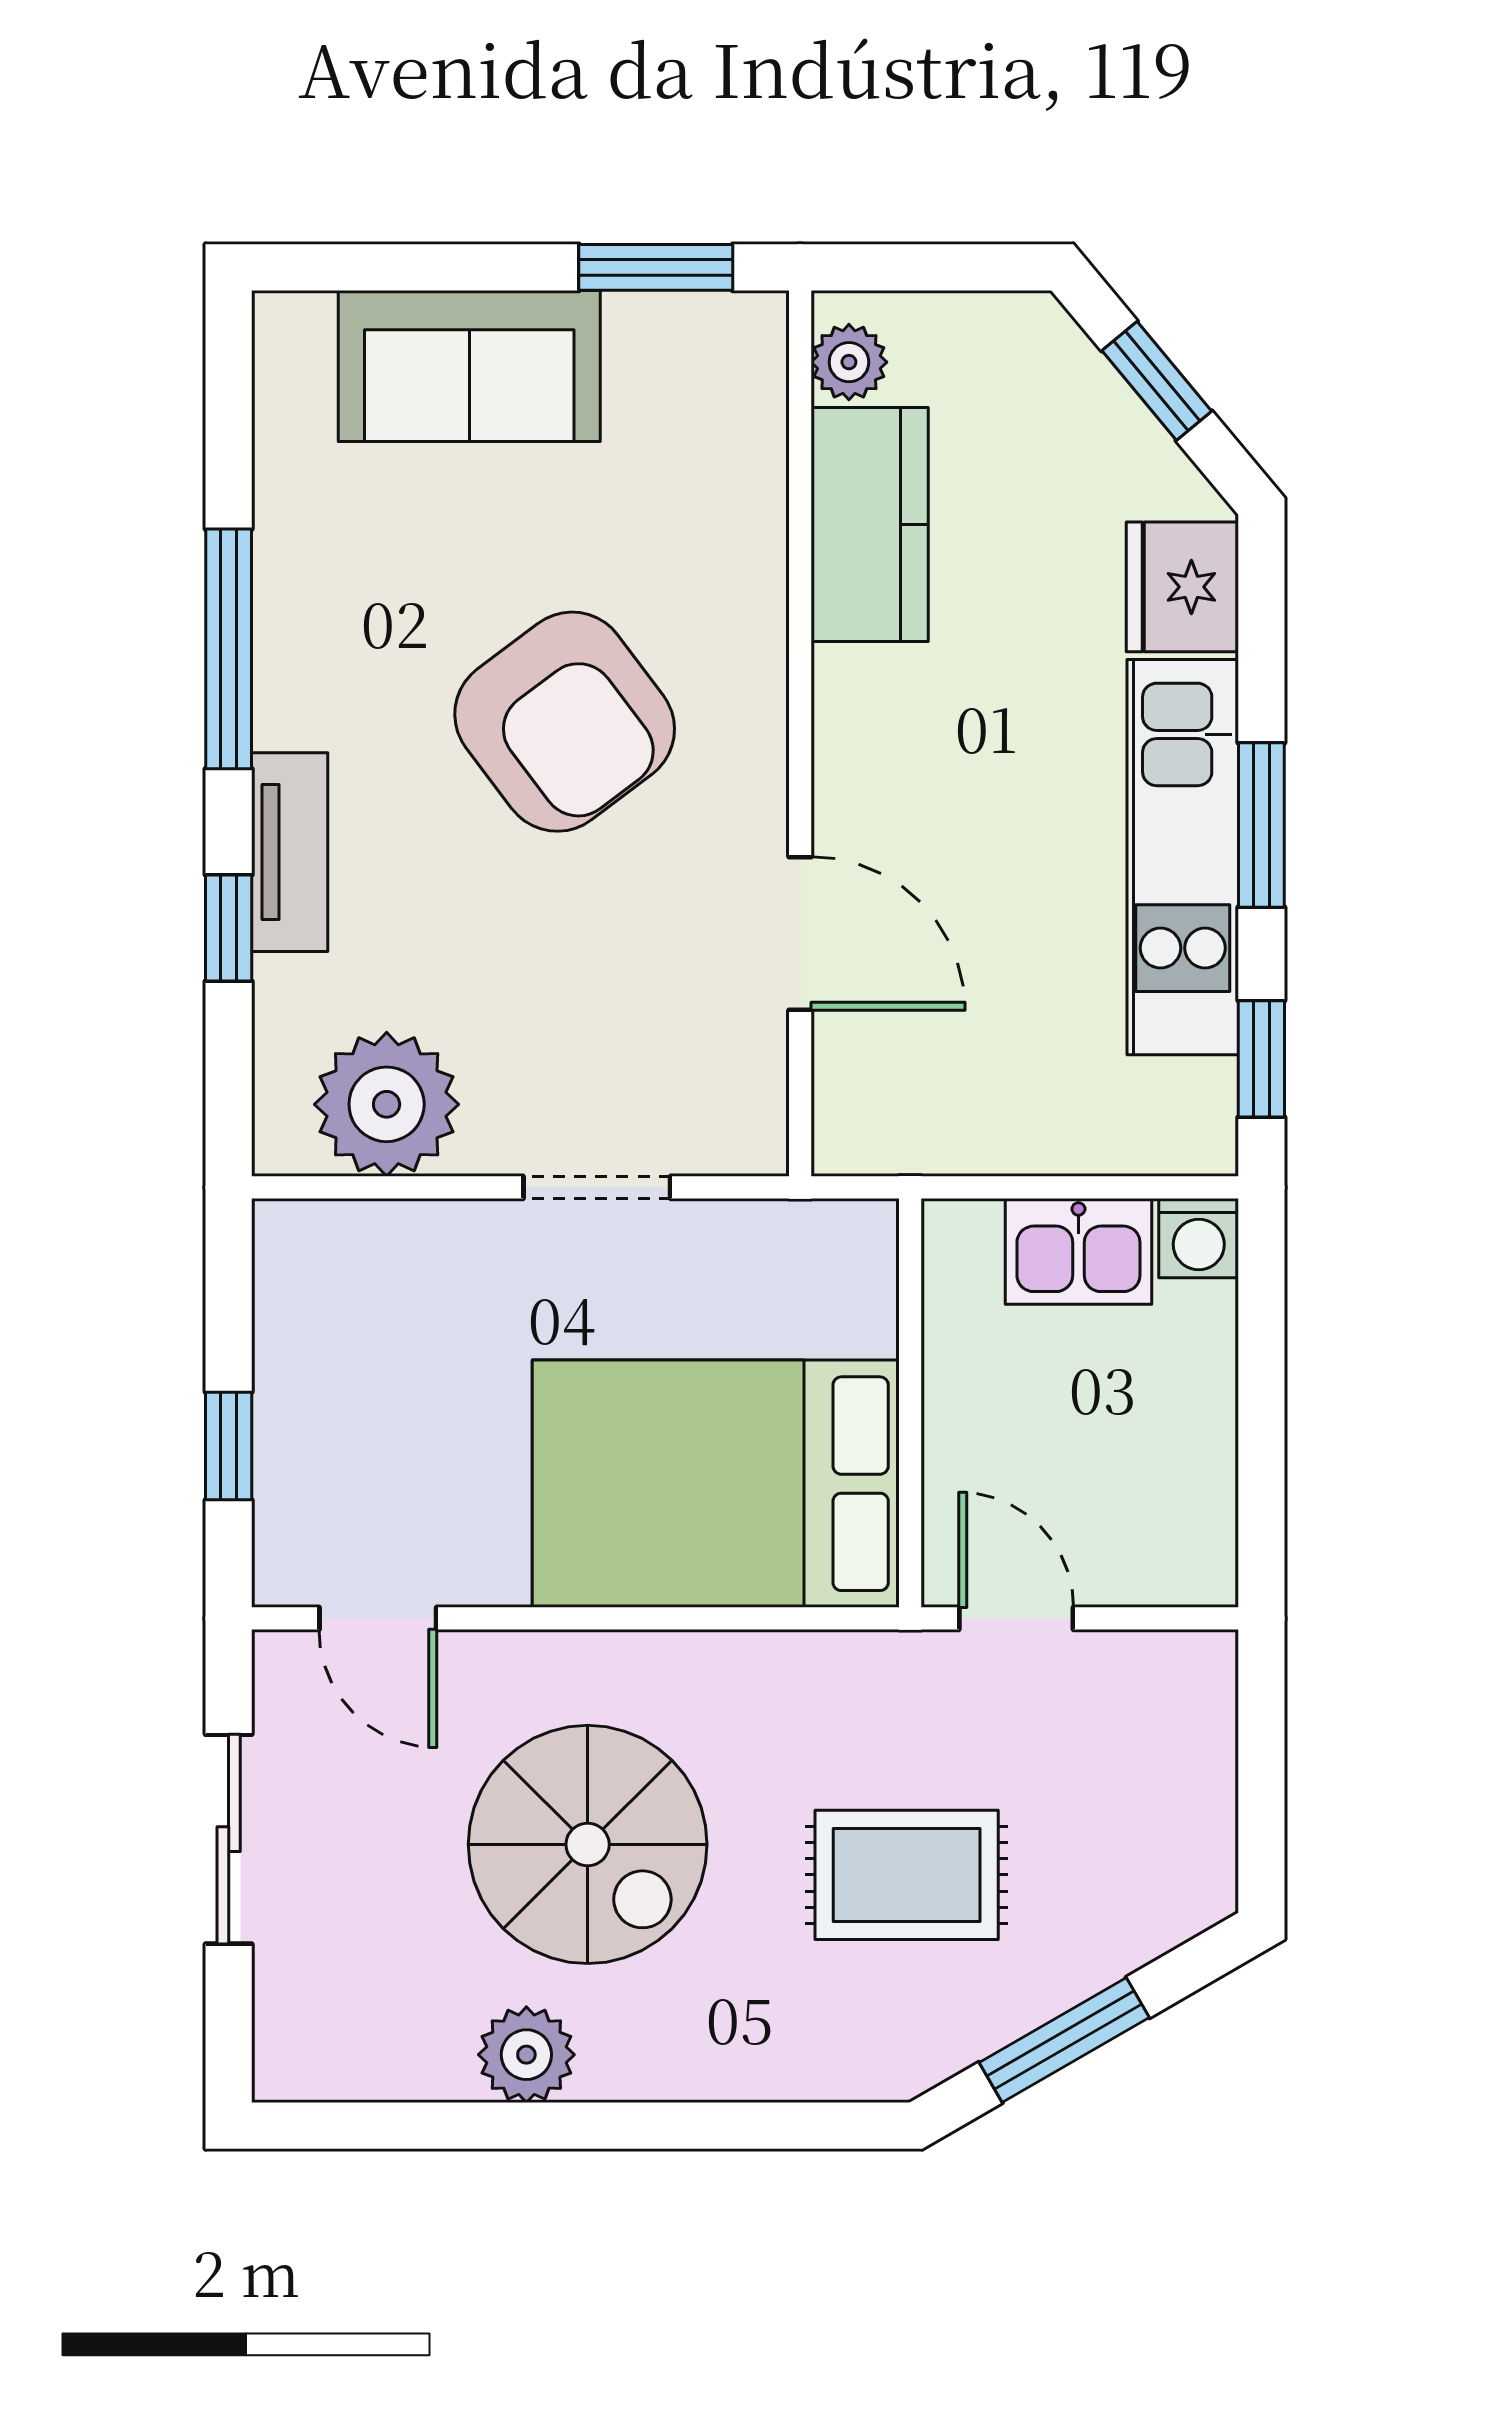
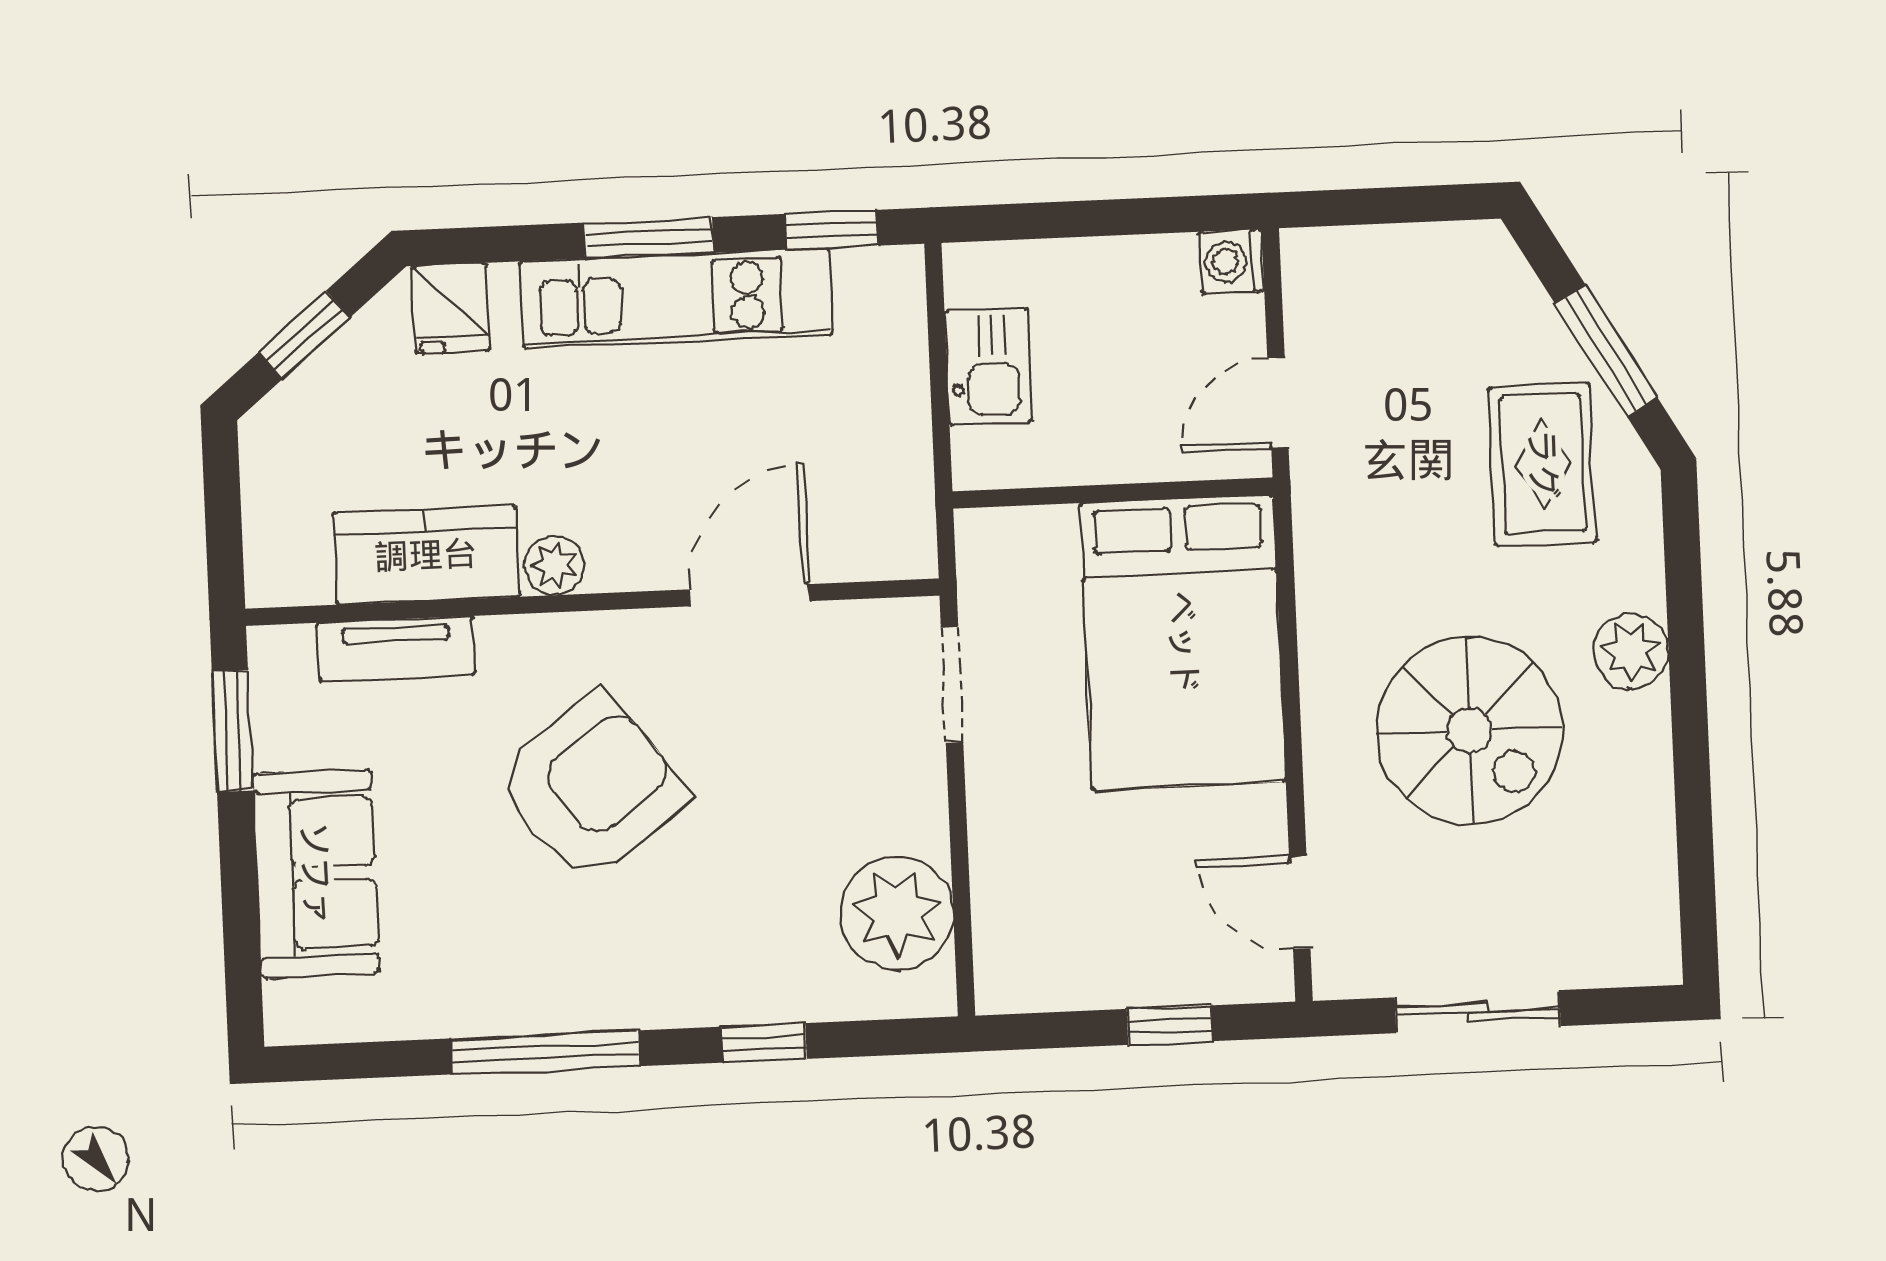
plant: (849, 362) -> (554, 565), moved
fridge: (1182, 587) -> (451, 308), width x0.72
tv unit: (290, 852) -> (396, 649), moved, turned 180
doorway: (597, 1187) -> (952, 685), moved
washing machine: (1199, 1238) -> (1232, 261), moved, turned 180
door: (378, 1618) -> (1300, 902), swing flipped
spiral stairs: (588, 1844) -> (1470, 730), turned 90
rug: (907, 1875) -> (1543, 464), moved
plant: (526, 2055) -> (1631, 652), moved

